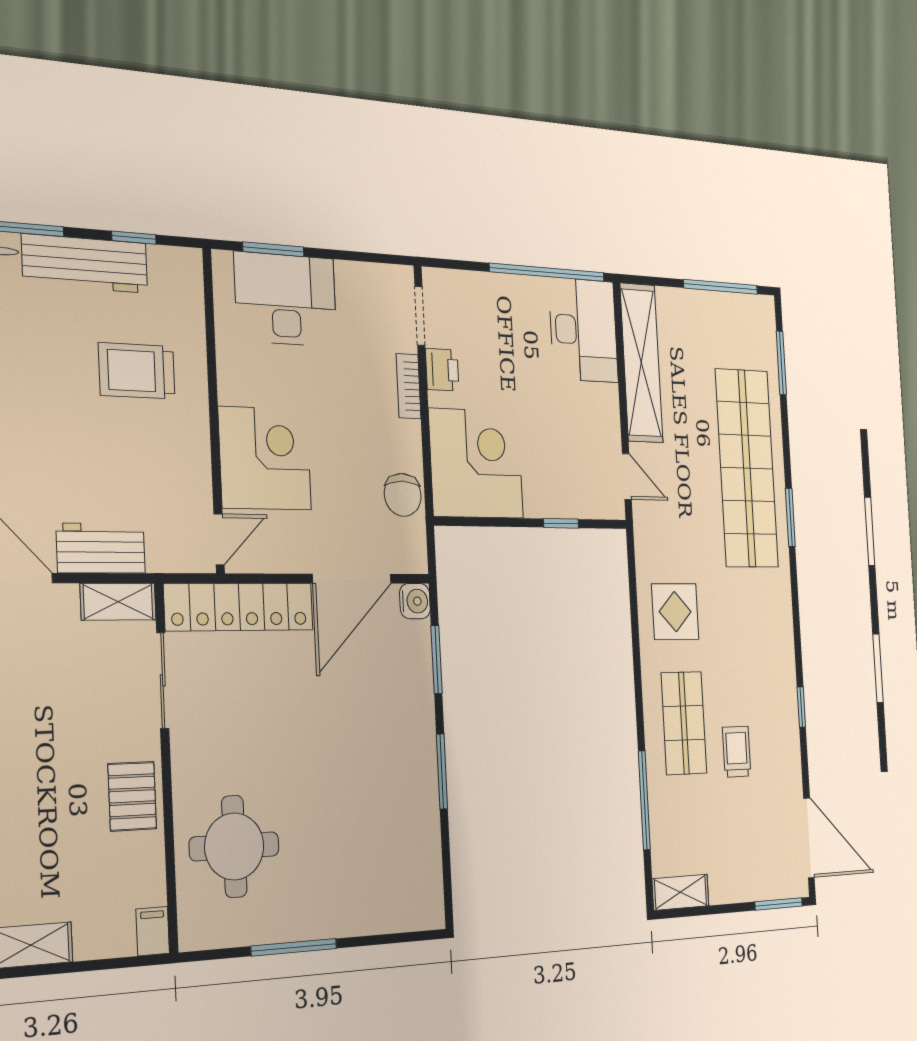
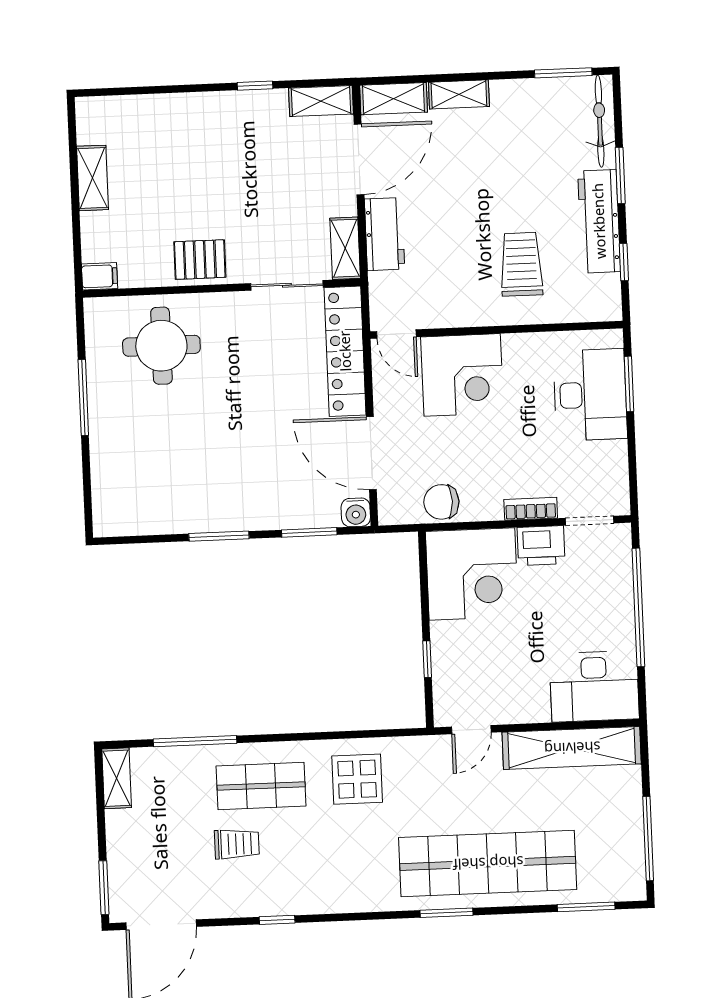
window: (547, 272) -> (638, 607), moved
printer: (442, 370) -> (541, 546), width x1.36, depth x1.24

